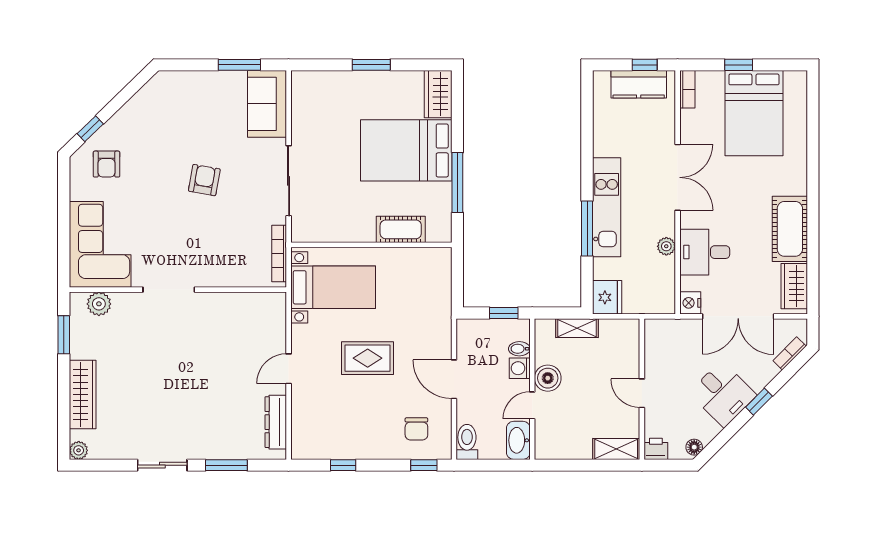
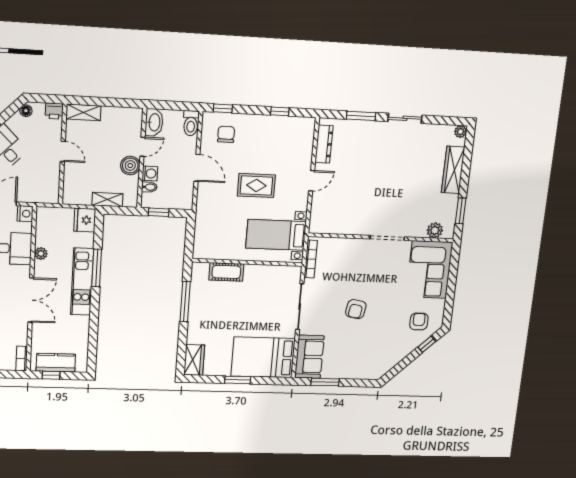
bed: (406, 150) -> (263, 357), moved, turned 180
double door: (678, 177) -> (31, 300), swing flipped

